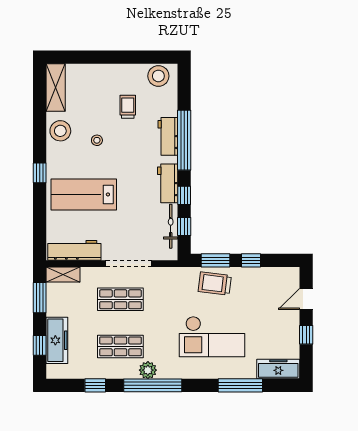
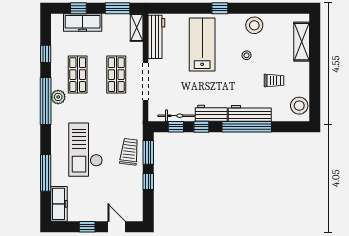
shelving: (56, 87) -> (302, 42), moved, turned 90
workbench: (168, 136) -> (250, 113), width x1.38

